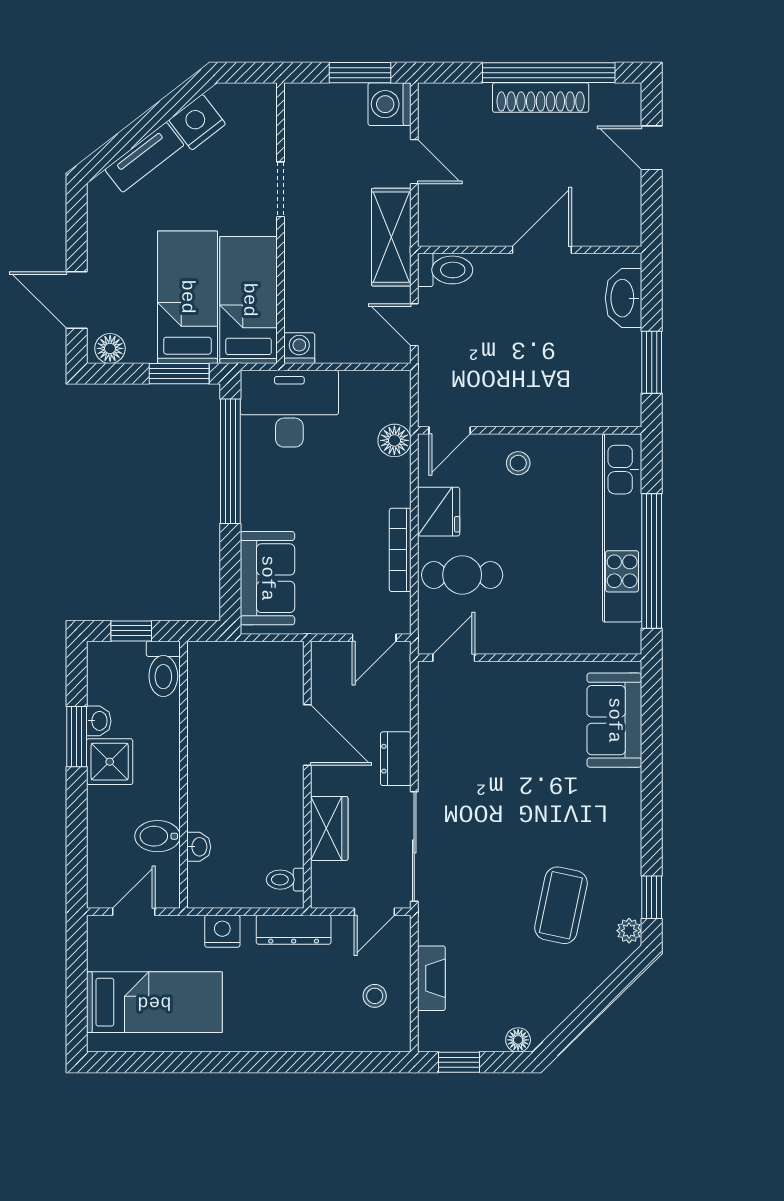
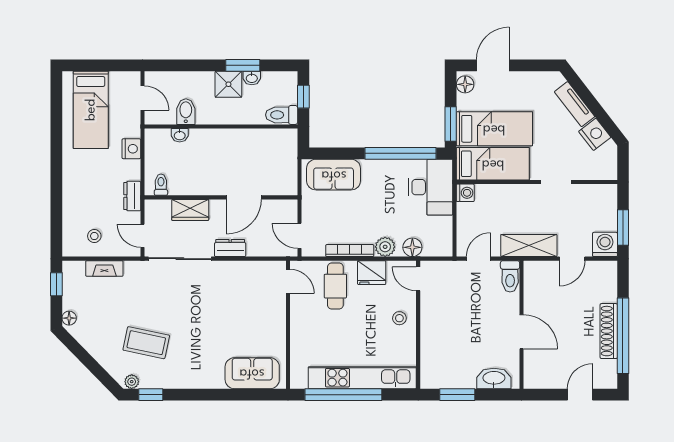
plant: (394, 488) -> (385, 247), added
dresser: (294, 930) -> (132, 196), width x0.70

